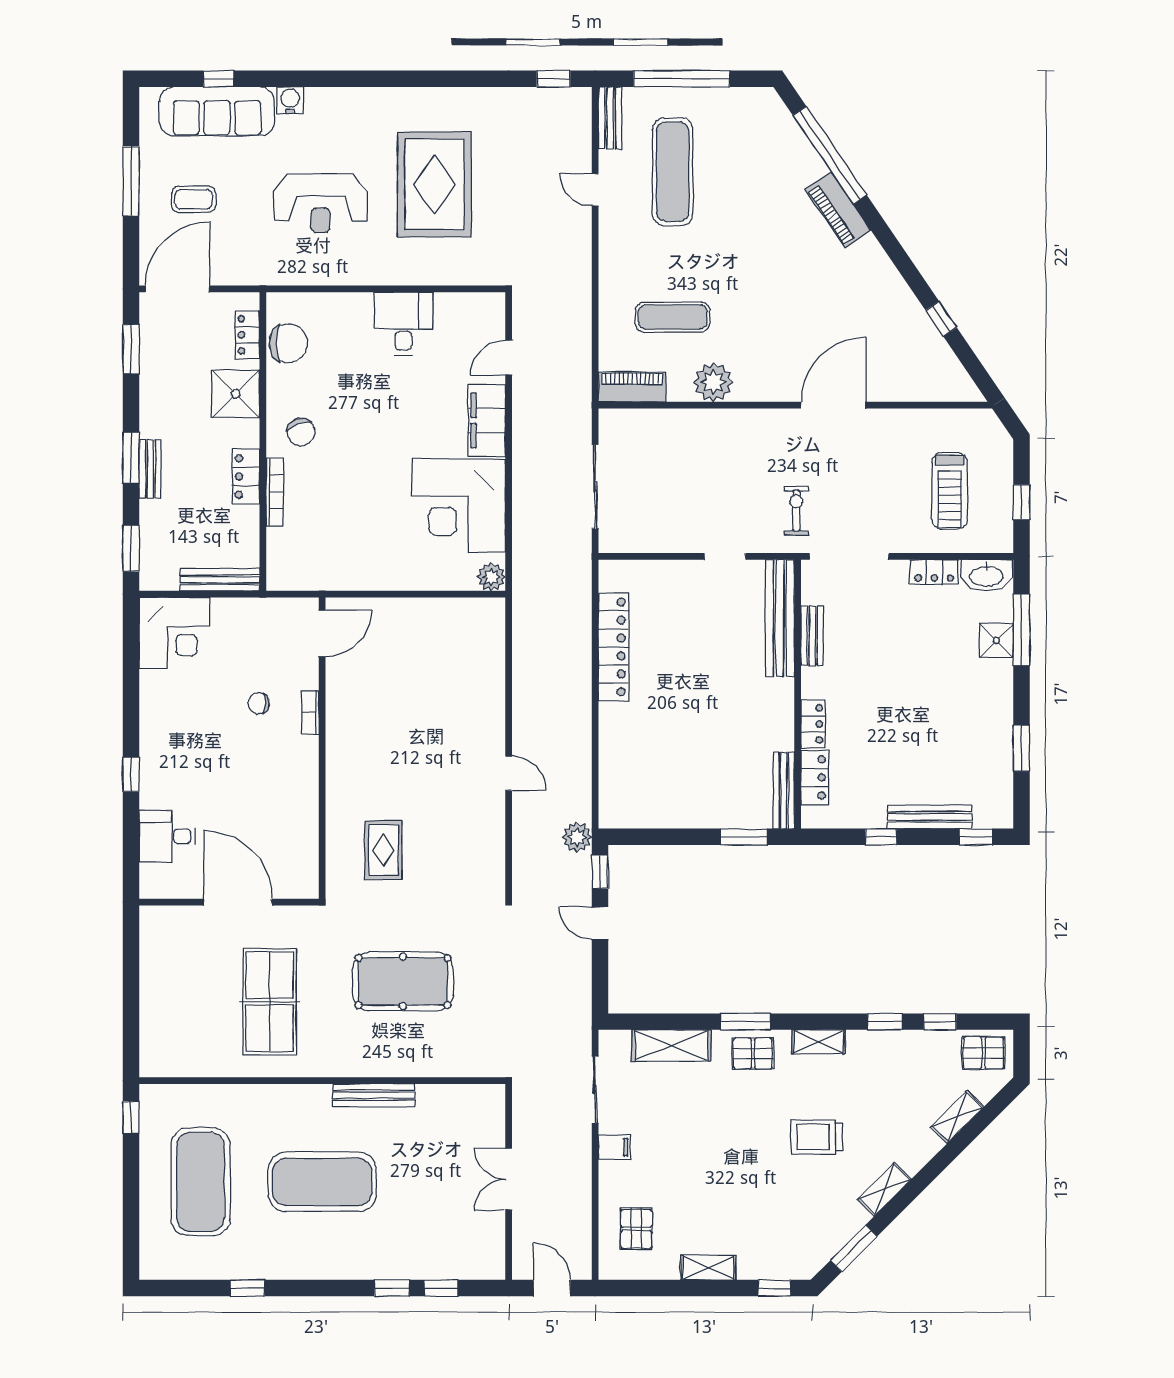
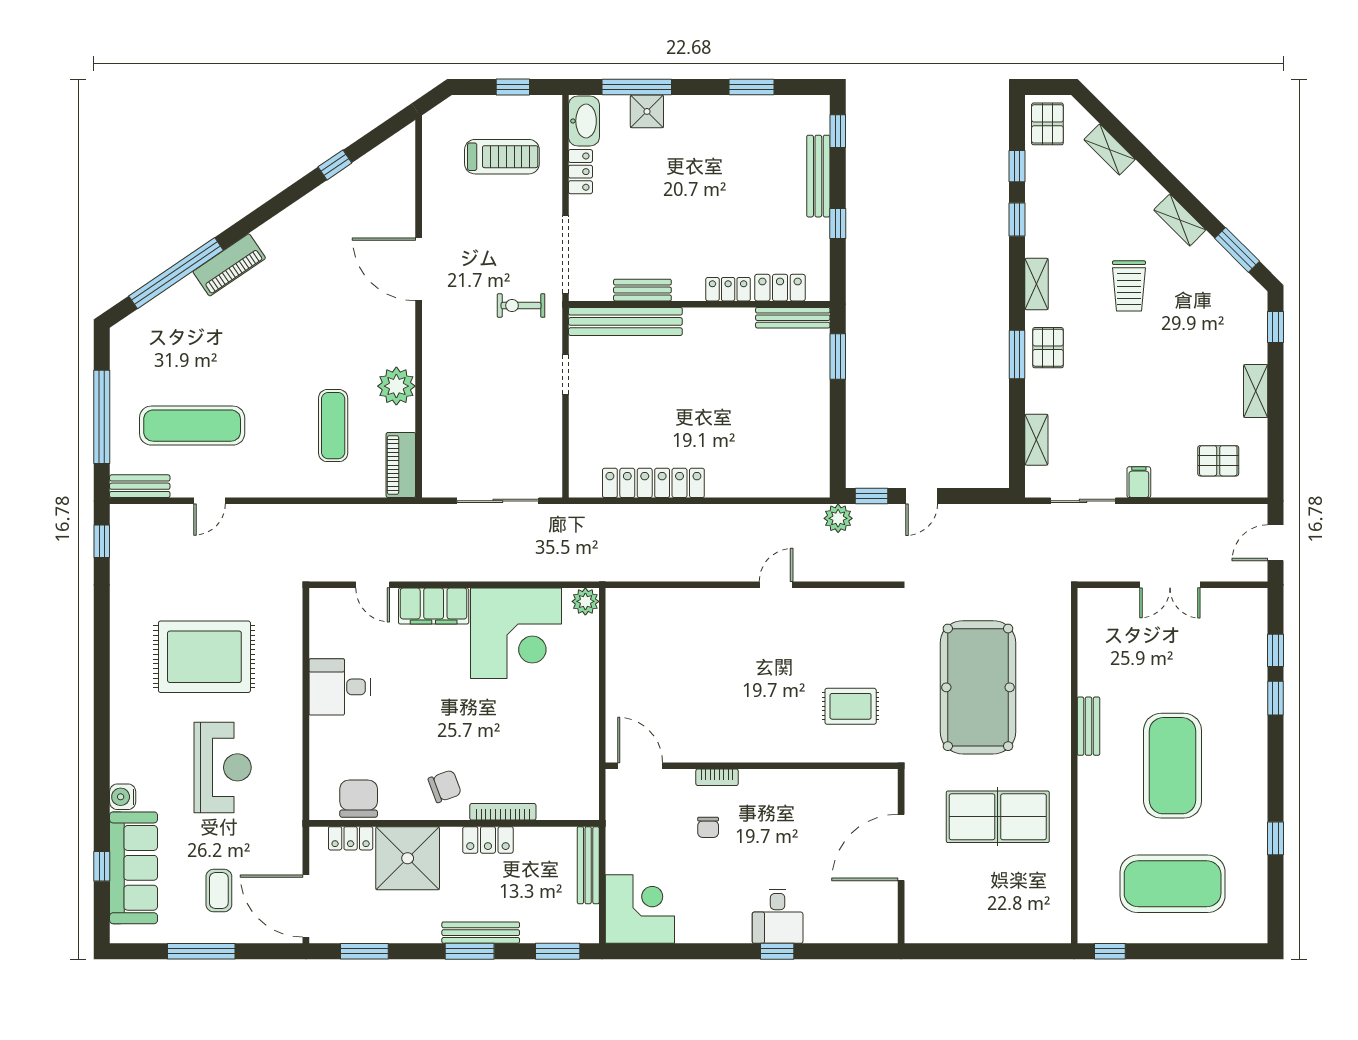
shower: (236, 394) -> (408, 858), width x1.37, depth x1.37
bench: (150, 469) -> (481, 933), width x1.36
desk: (167, 836) -> (778, 916), moved
pool table: (403, 981) -> (978, 687), width x1.36, depth x1.32
shelving: (671, 1046) -> (1036, 440), width x0.67, depth x0.75
bench: (374, 1095) -> (1089, 726), width x0.73

